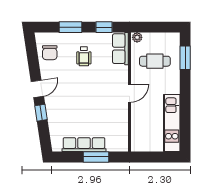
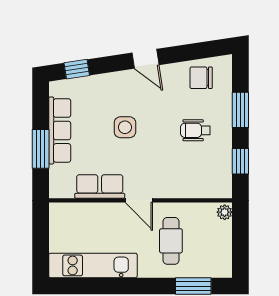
row of seats: (120, 49) -> (100, 186), moved
cafe table: (155, 61) -> (171, 241), moved
side table: (82, 102) -> (125, 127), added
window: (41, 113) -> (77, 69), moved

